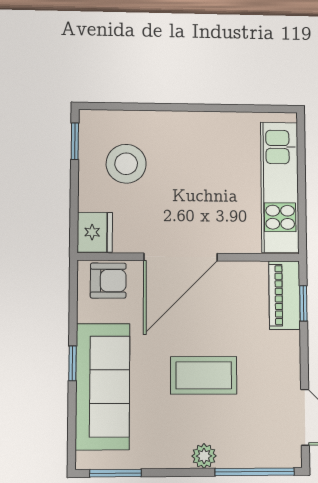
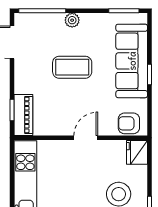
door: (181, 257) -> (86, 138), width x0.53

